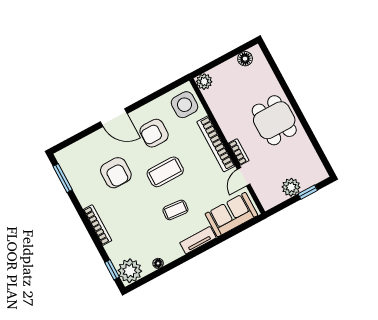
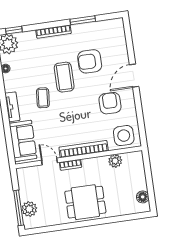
plant: (204, 82) -> (115, 161), moved
coffee table: (165, 172) -> (64, 77), moved
window: (63, 178) -> (83, 20), moved
plant: (291, 187) -> (29, 209), moved
window: (308, 192) -> (19, 208), width x2.17

